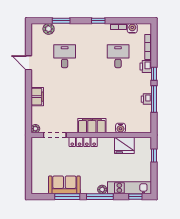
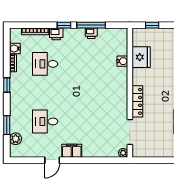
filing cabinet: (37, 97) -> (72, 151), moved
filing cabinet: (92, 126) -> (120, 92), removed

